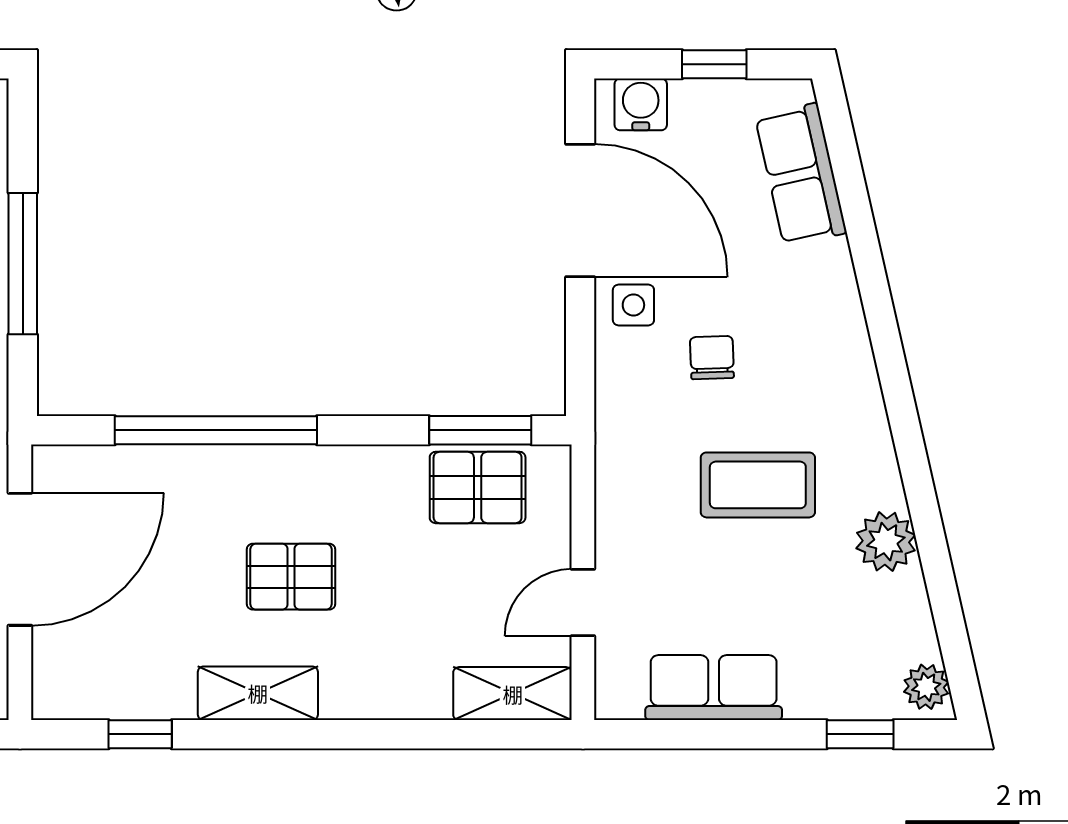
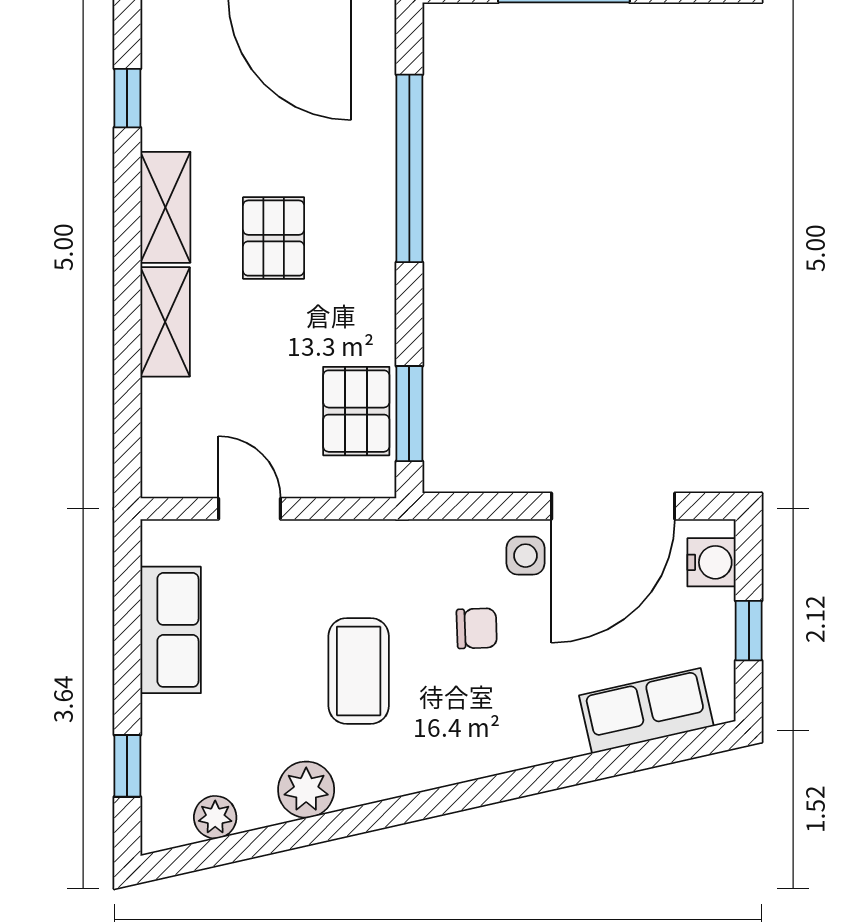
plant: (926, 687) -> (215, 817), moved
shelving: (513, 694) -> (165, 322), moved

